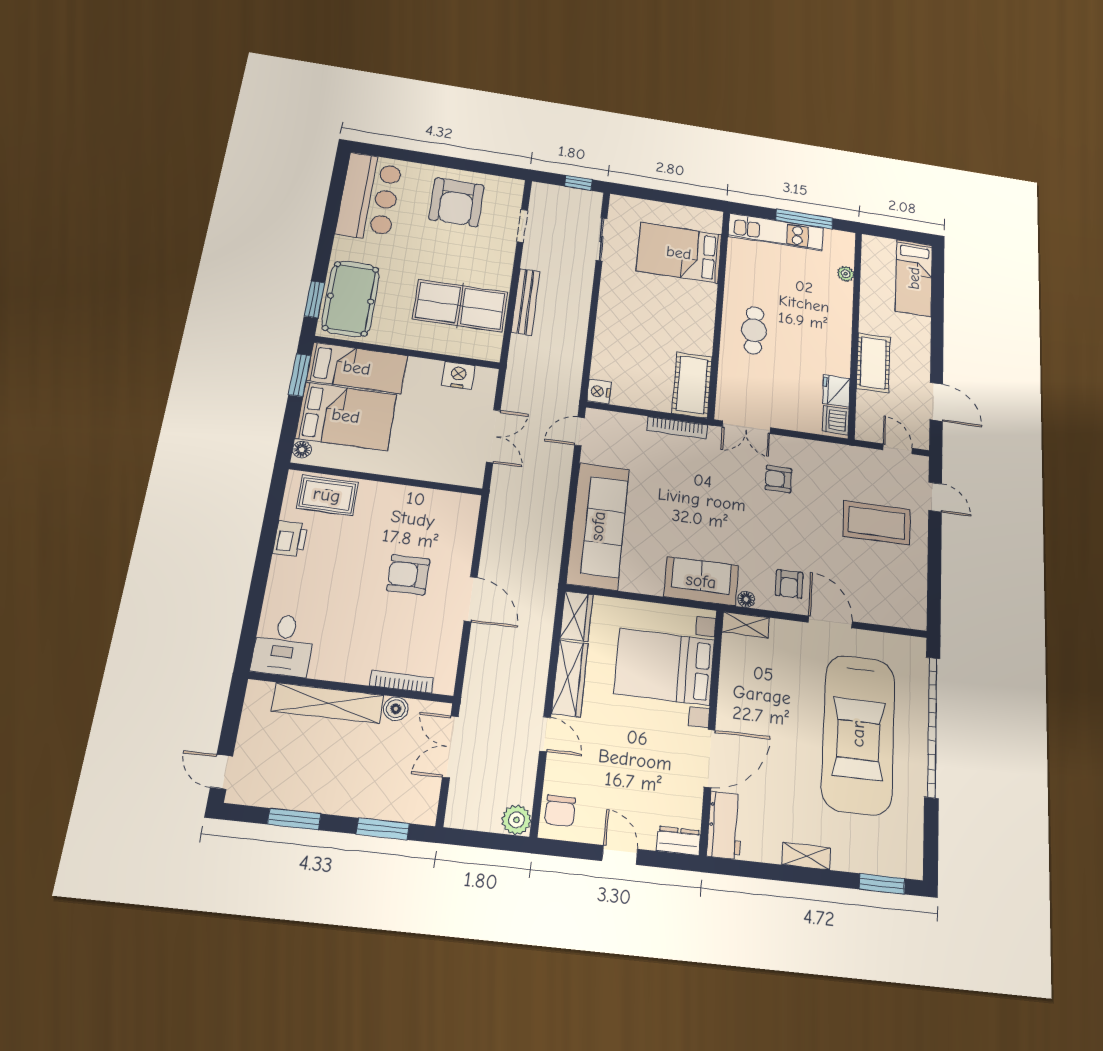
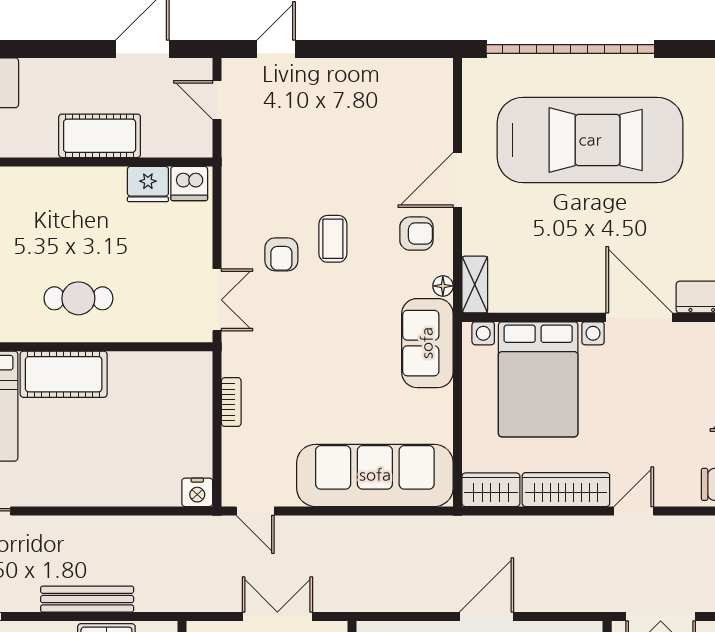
cot: (692, 385) -> (64, 374), moved
bookcase: (677, 428) -> (231, 402), width x0.64
door: (898, 449) -> (217, 100), hinge flipped
coffee table: (877, 523) -> (333, 239), moved, width x0.54, depth x0.58

